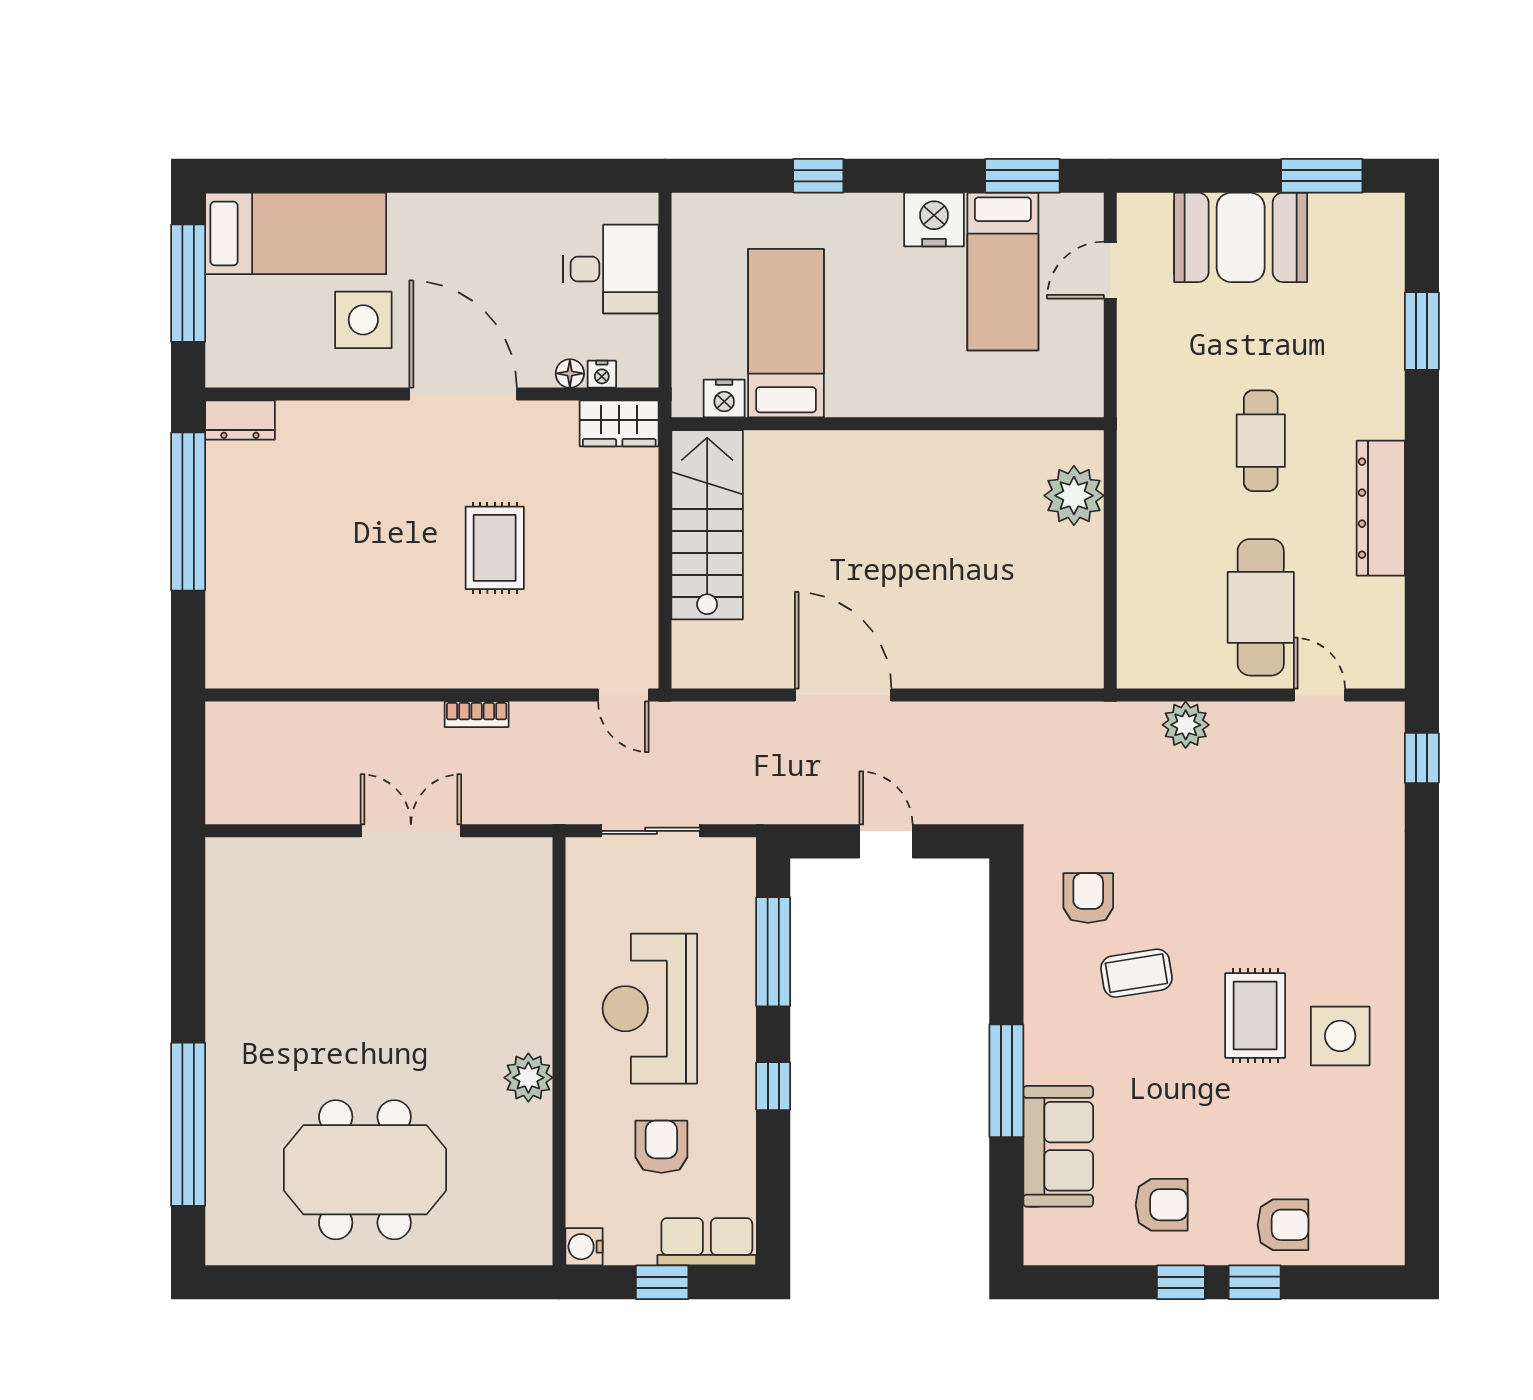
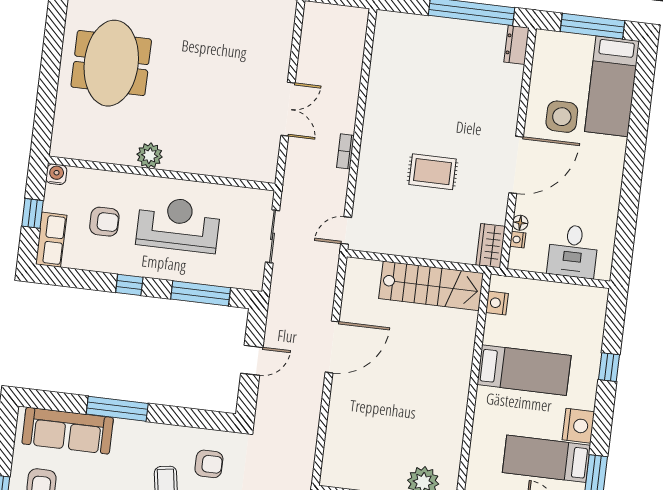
bed: (786, 333) -> (524, 370), moved
sofa: (1058, 1146) -> (68, 431), width x1.36

